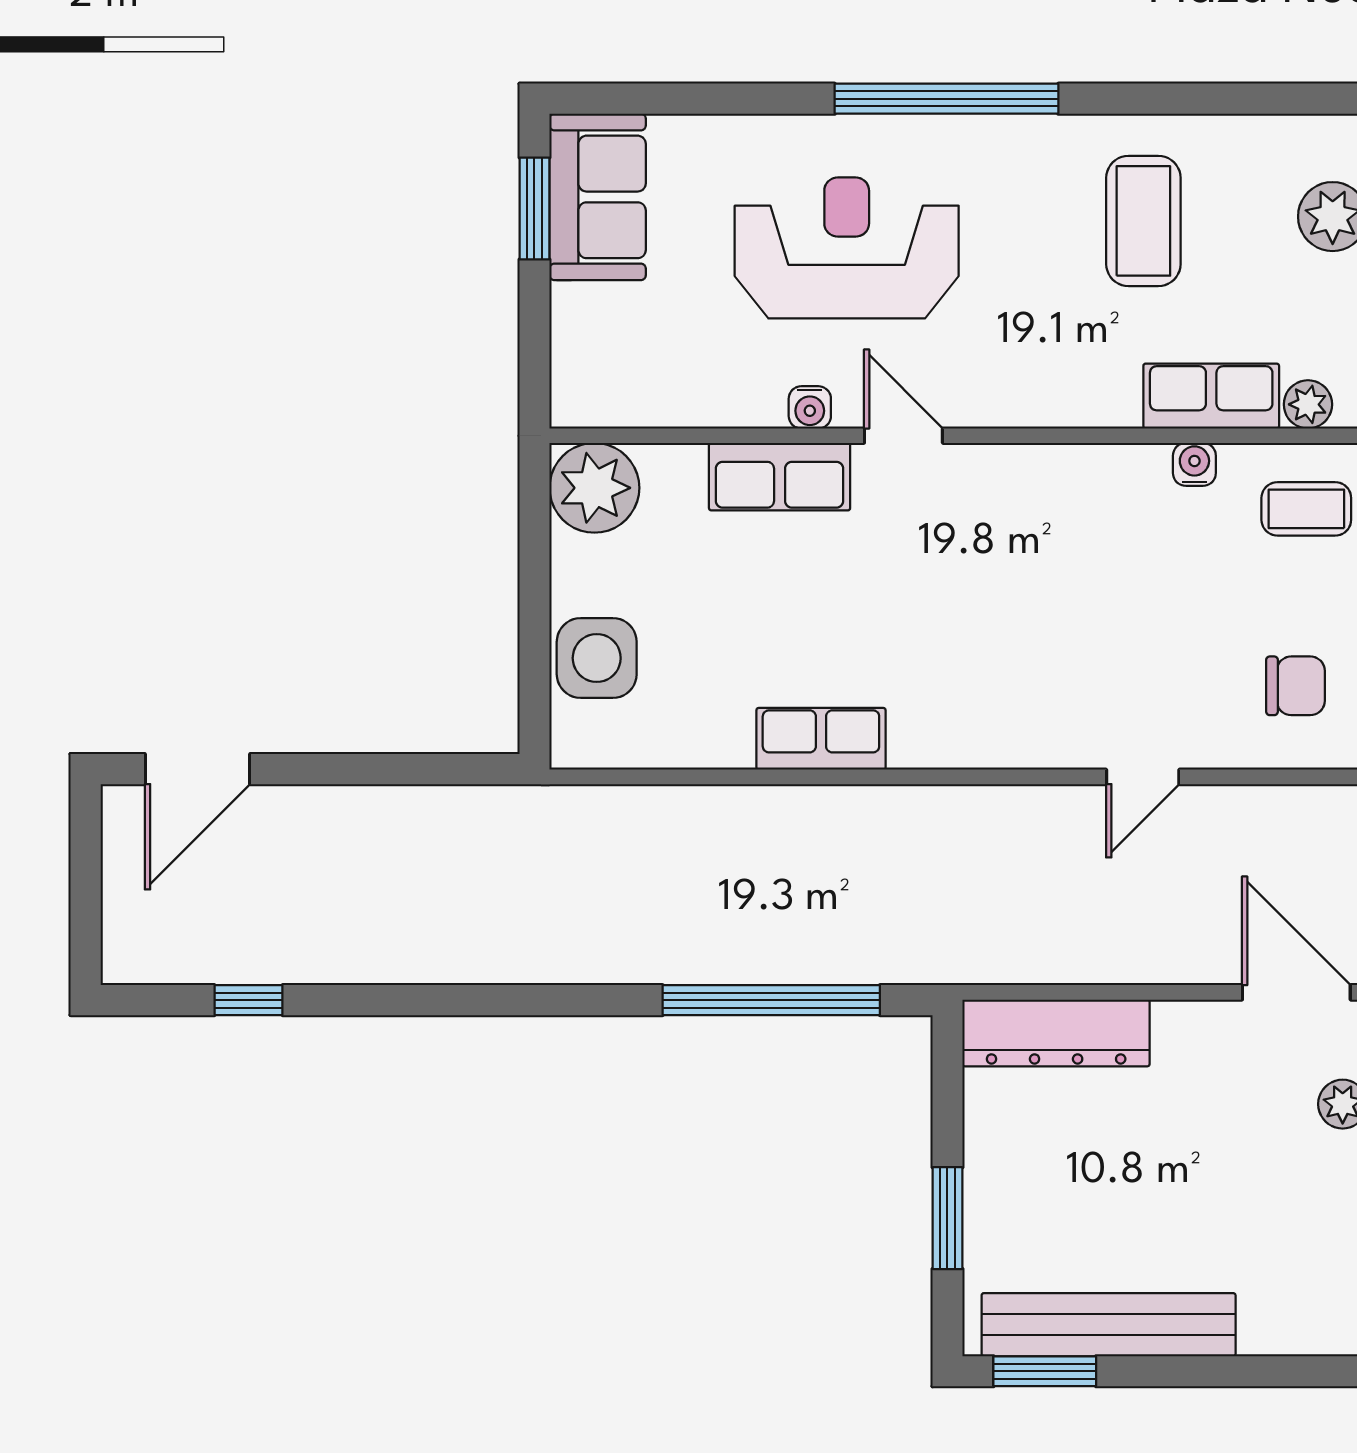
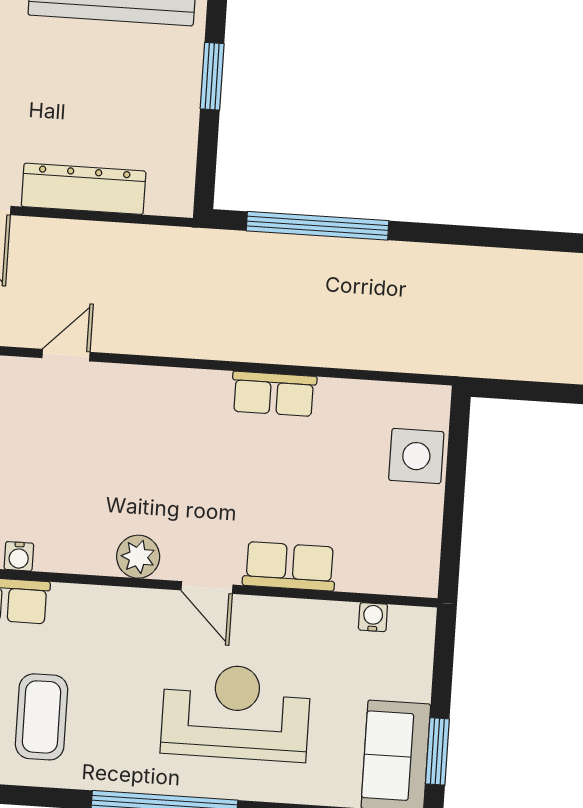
reception desk: (847, 248) -> (236, 712), turned 180
water cooler: (810, 407) -> (373, 617), moved
plant: (594, 488) -> (138, 557), moved, width x0.73, depth x0.73
dresser: (1056, 1033) -> (84, 189), moved

